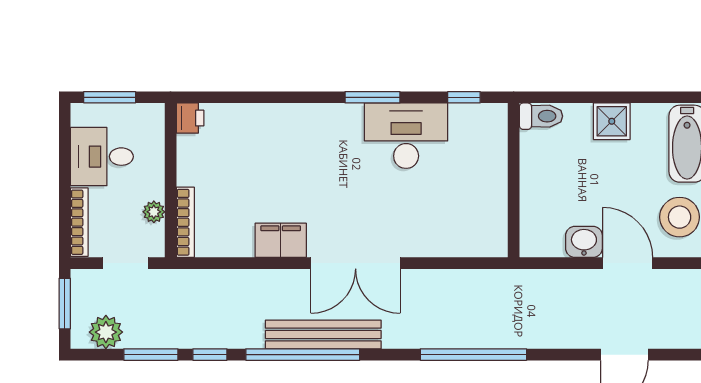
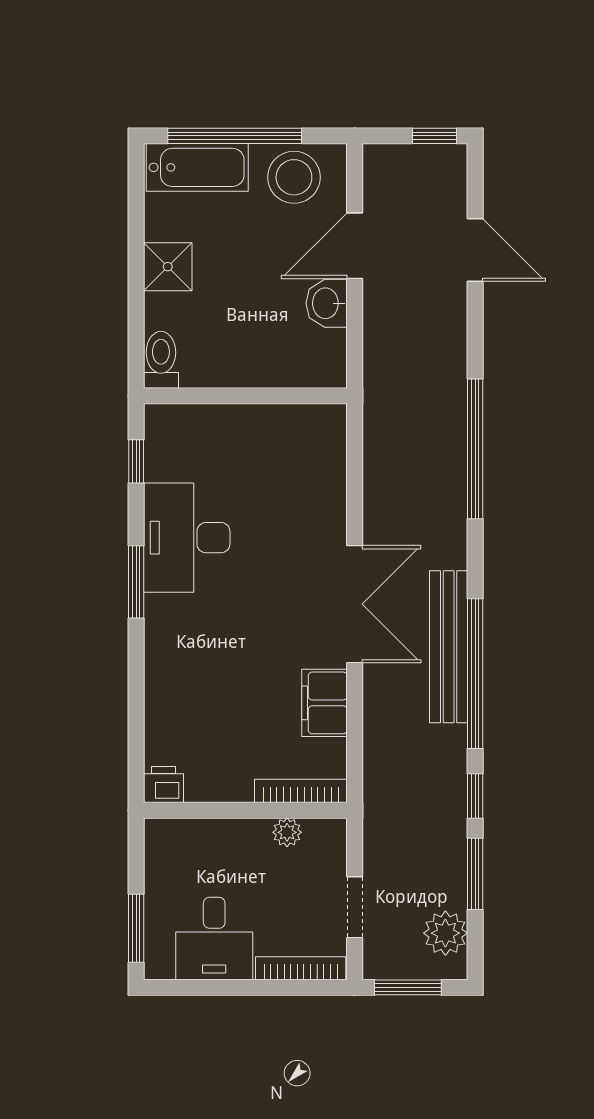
printer: (190, 118) -> (164, 785), moved
wall: (171, 180) -> (245, 810), moved
plant: (154, 212) -> (287, 832), moved
bookcase: (185, 222) -> (301, 791), moved

